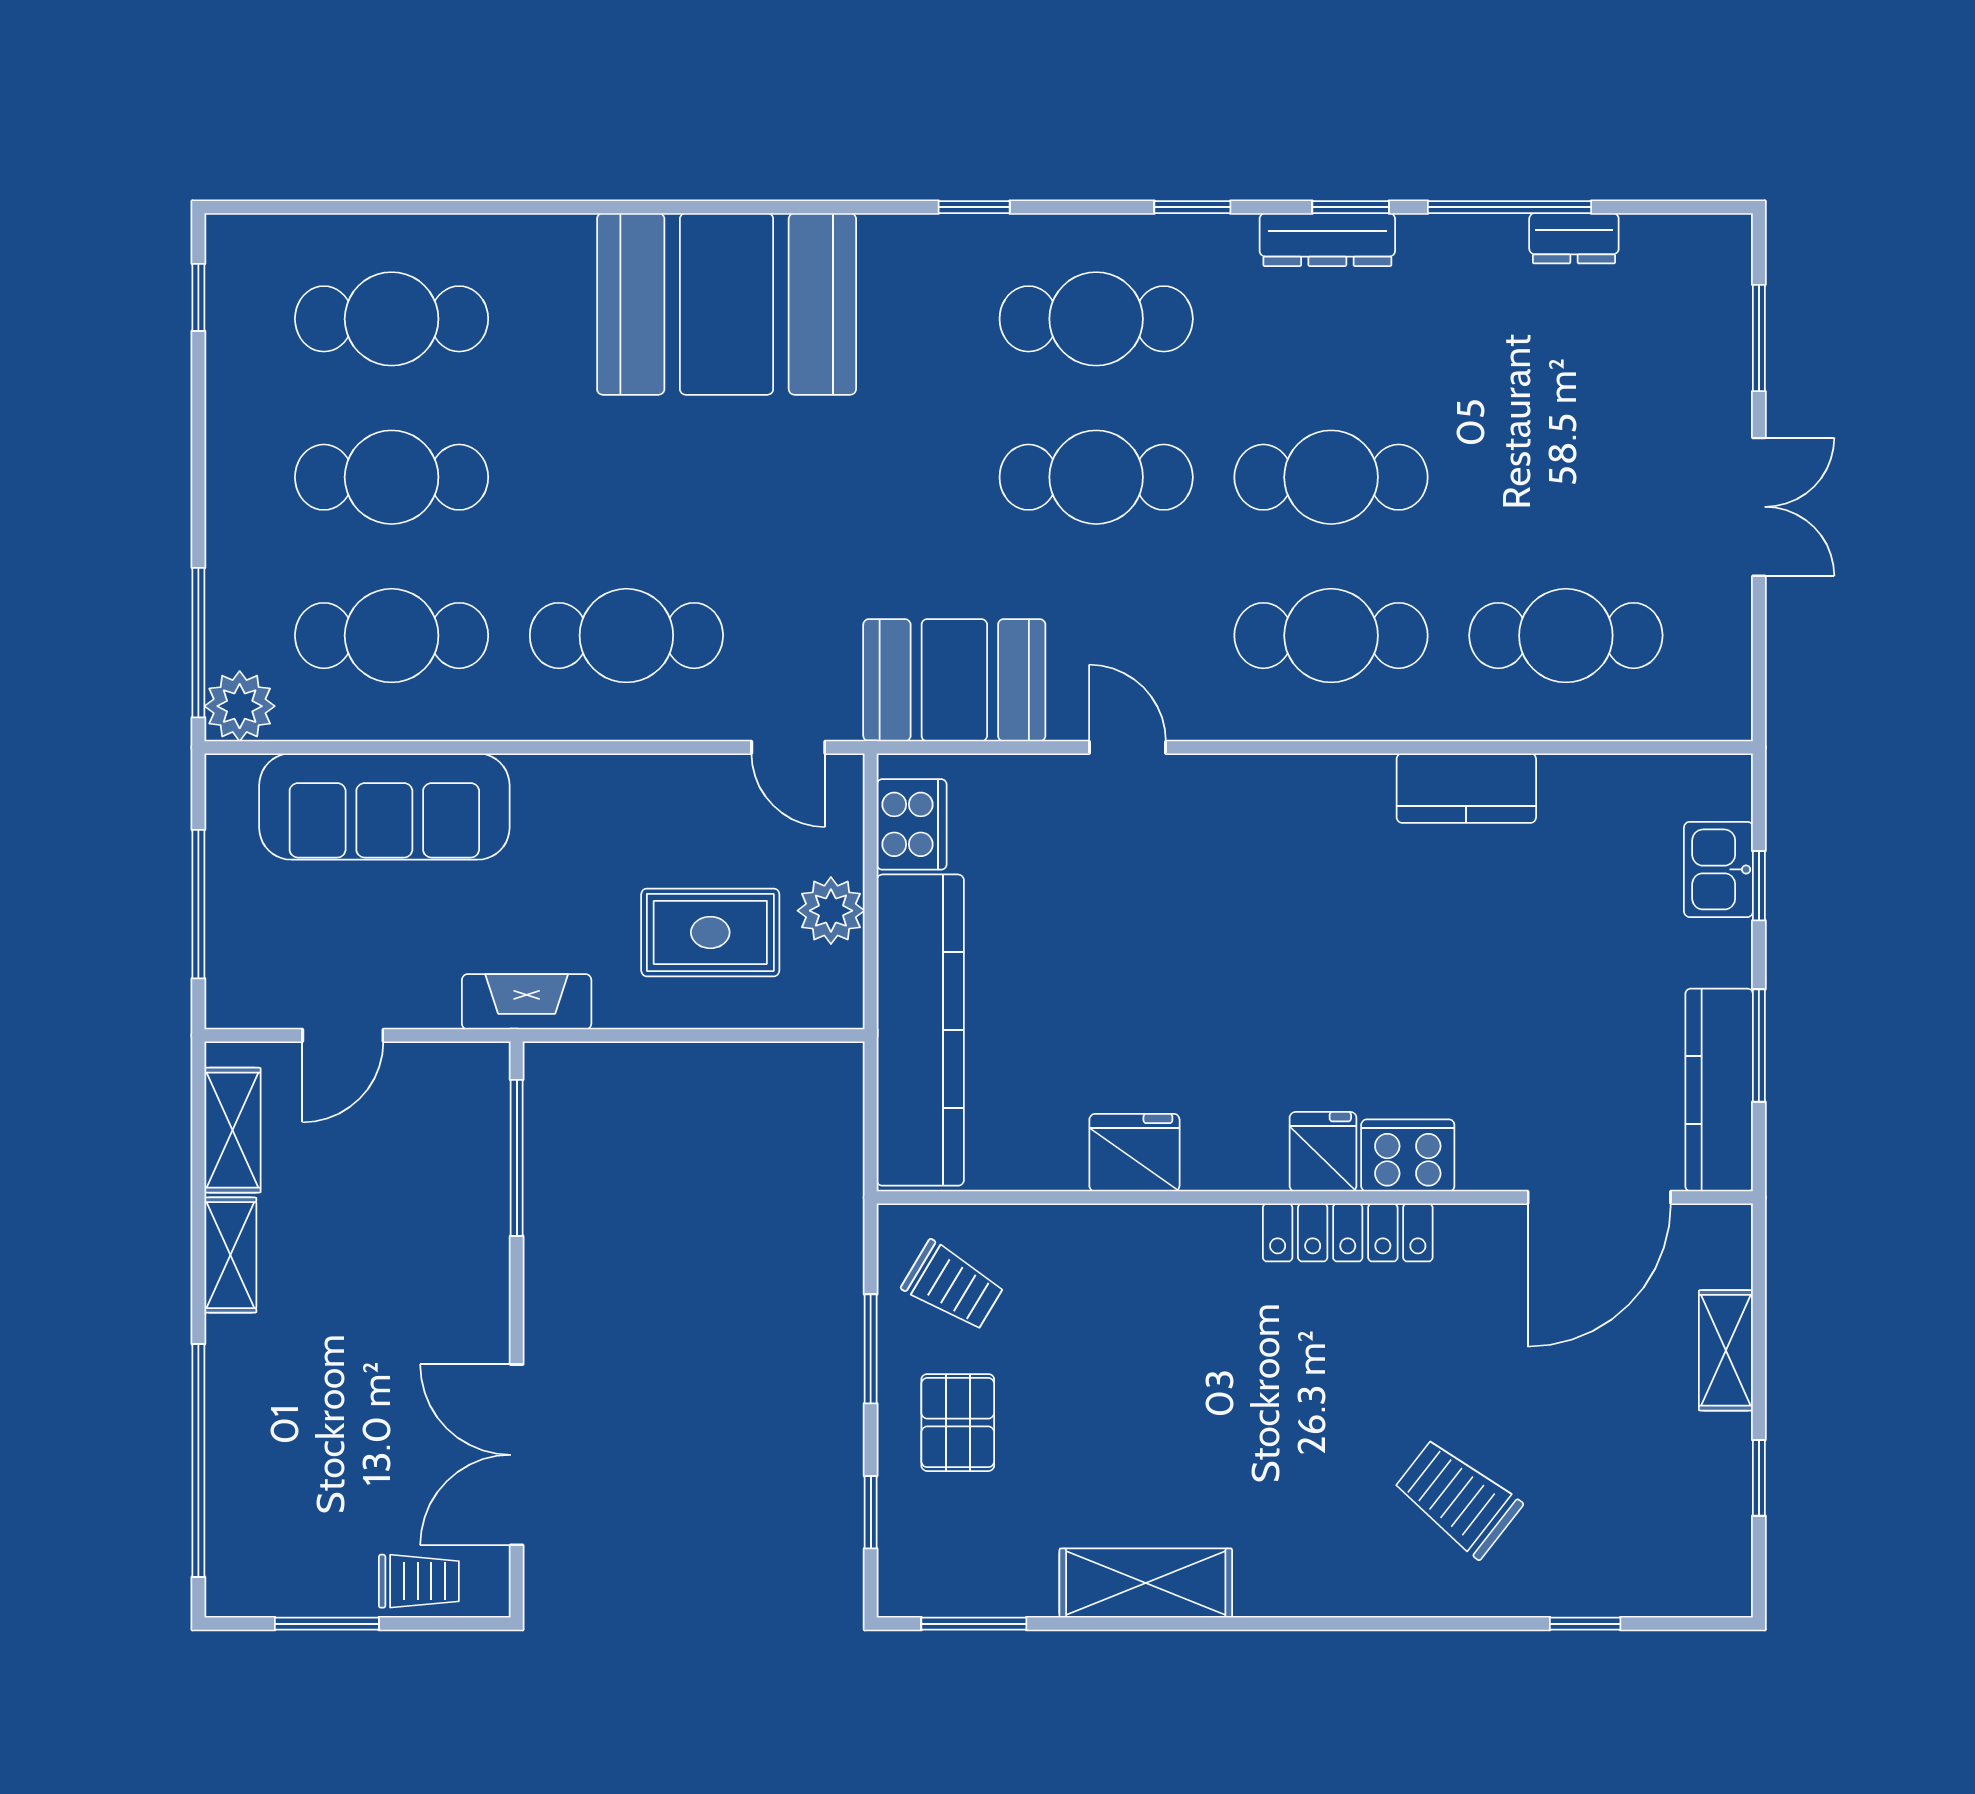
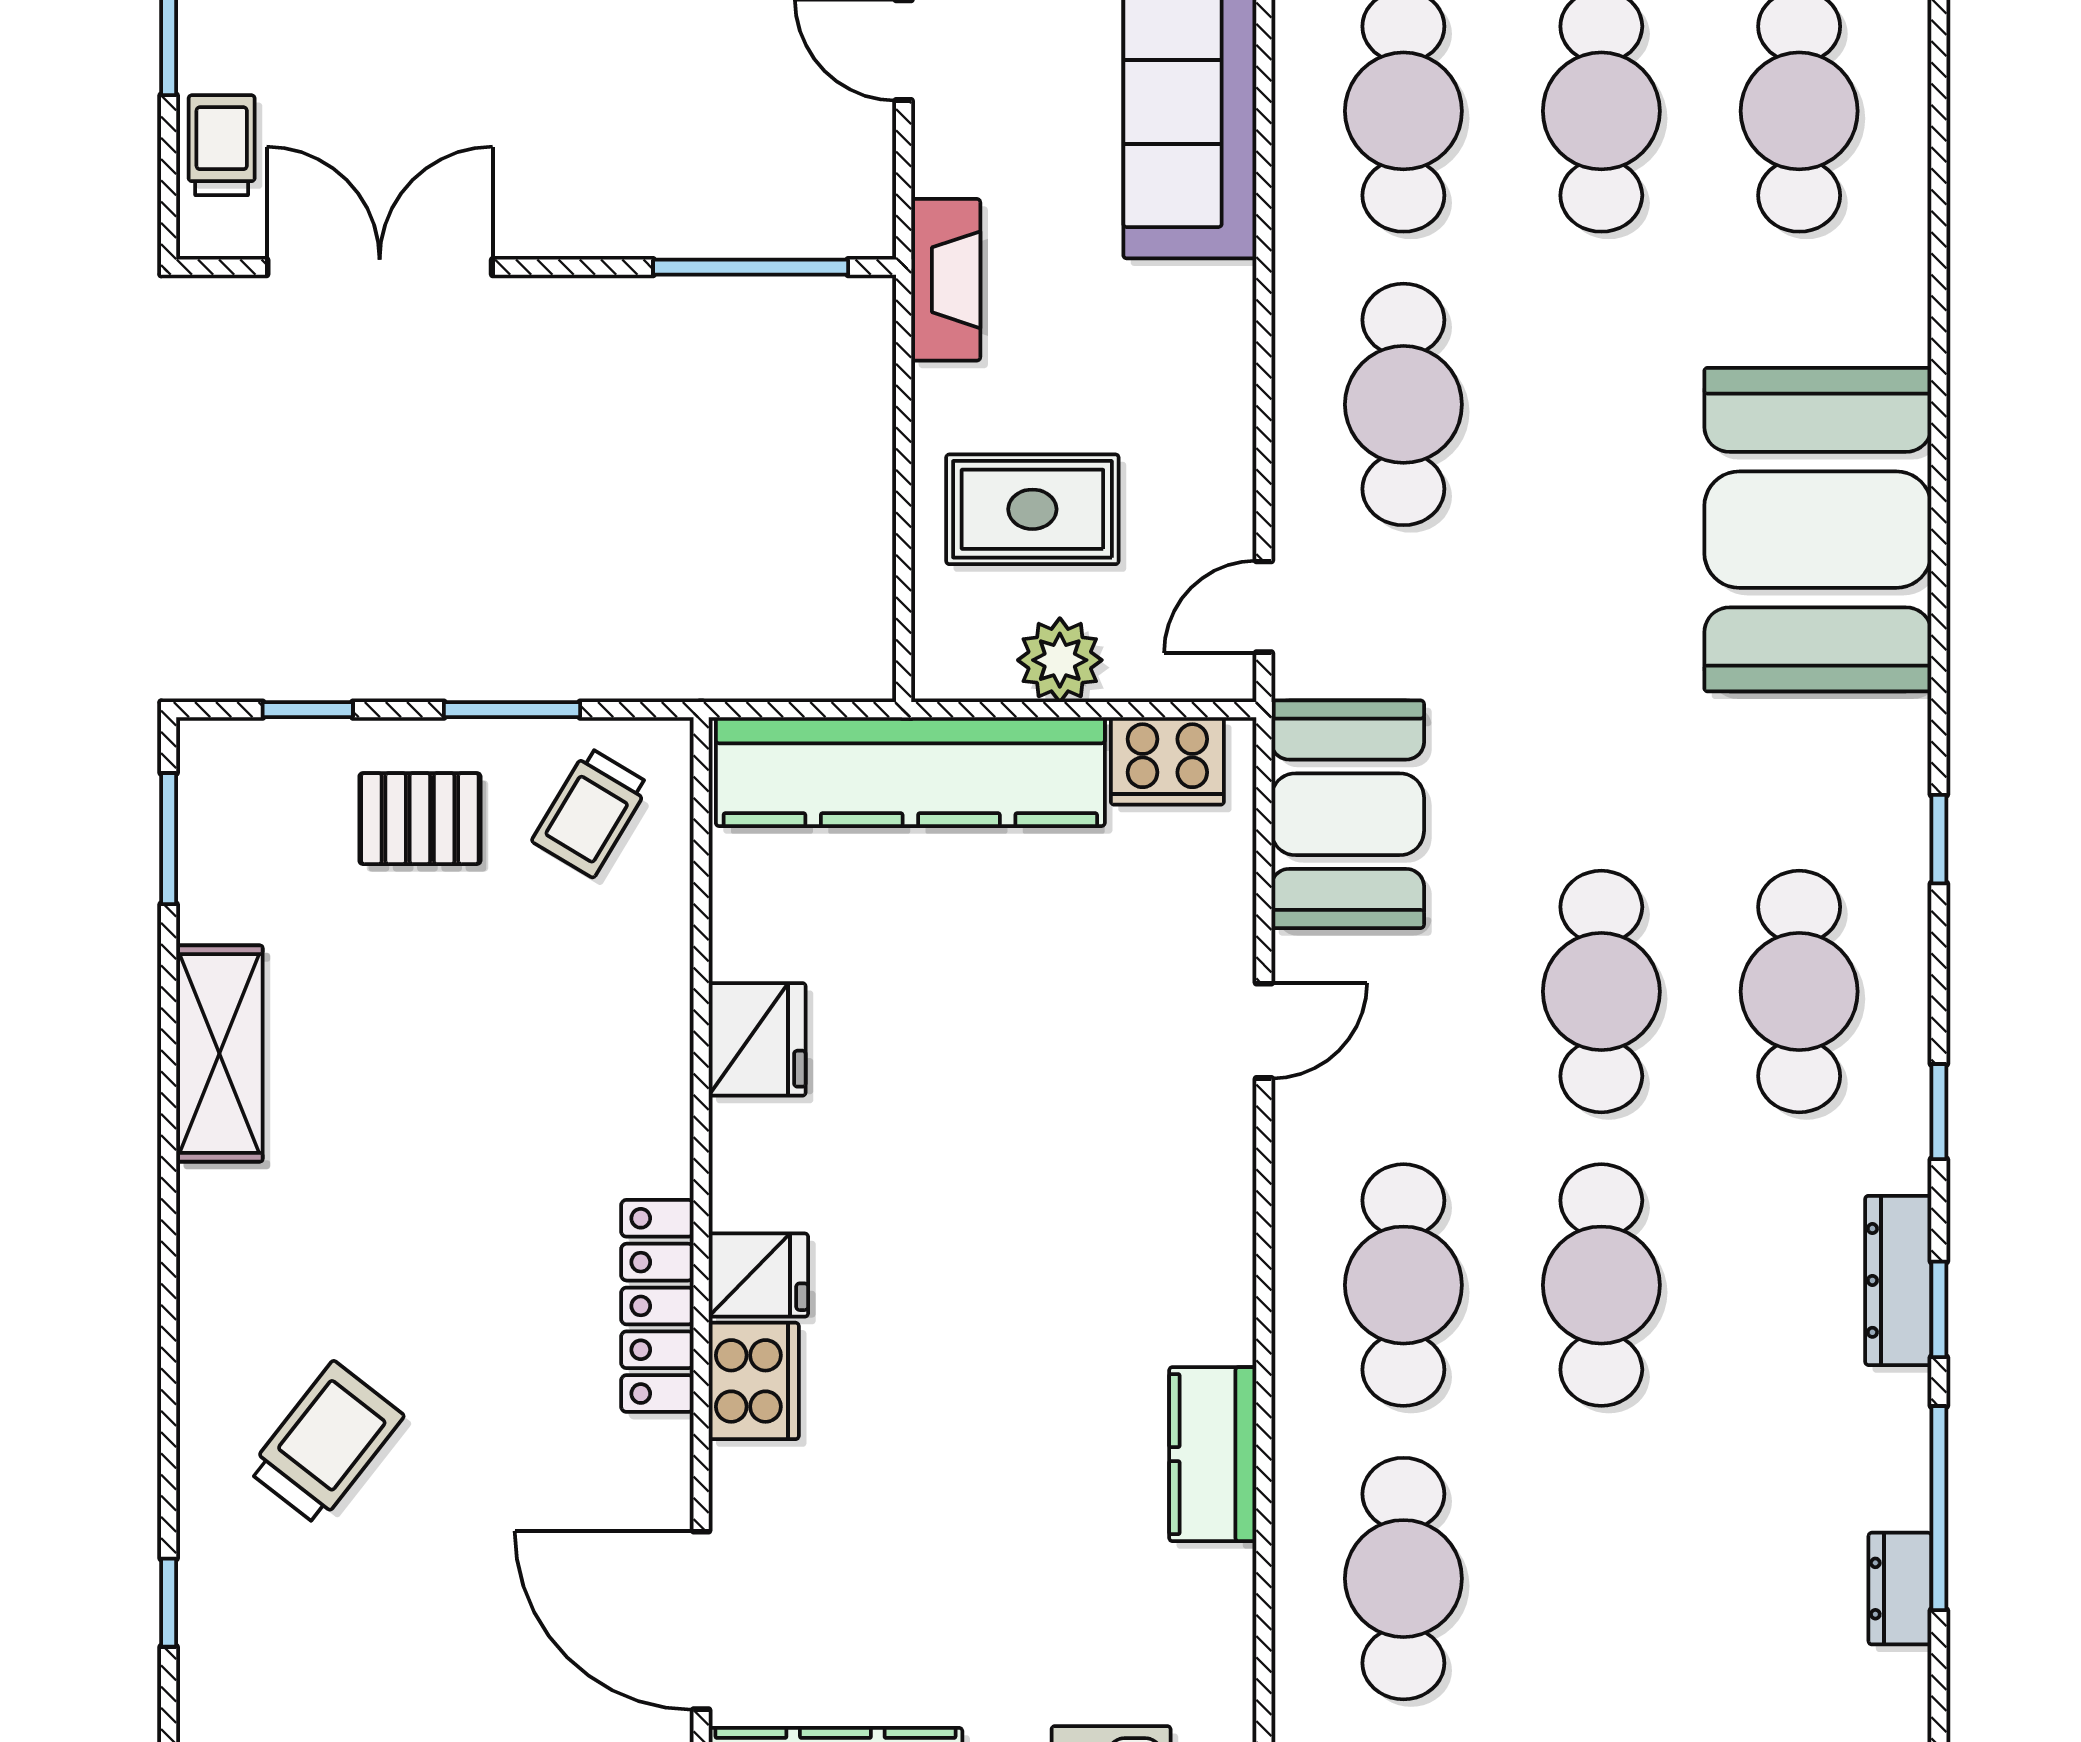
rug: (710, 932) -> (1032, 509), turned 90
trolley: (419, 1581) -> (222, 145), turned 180

